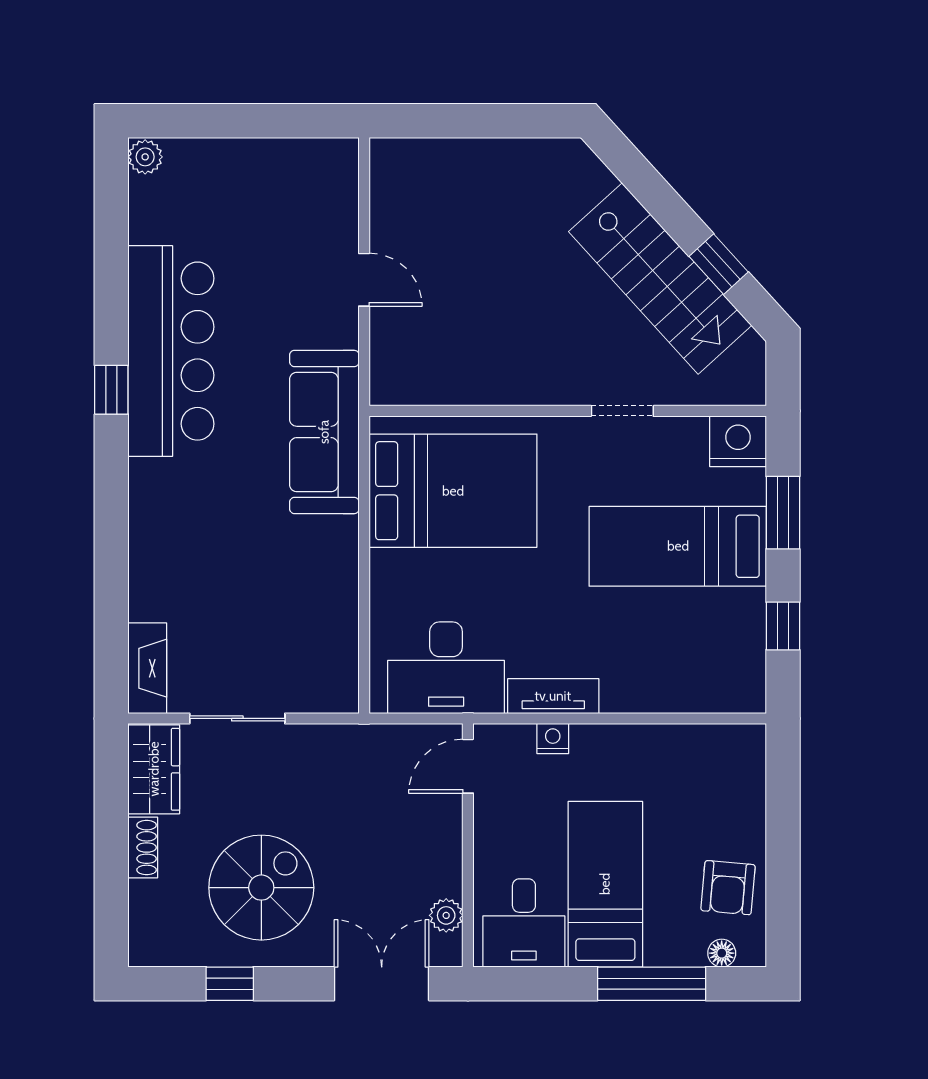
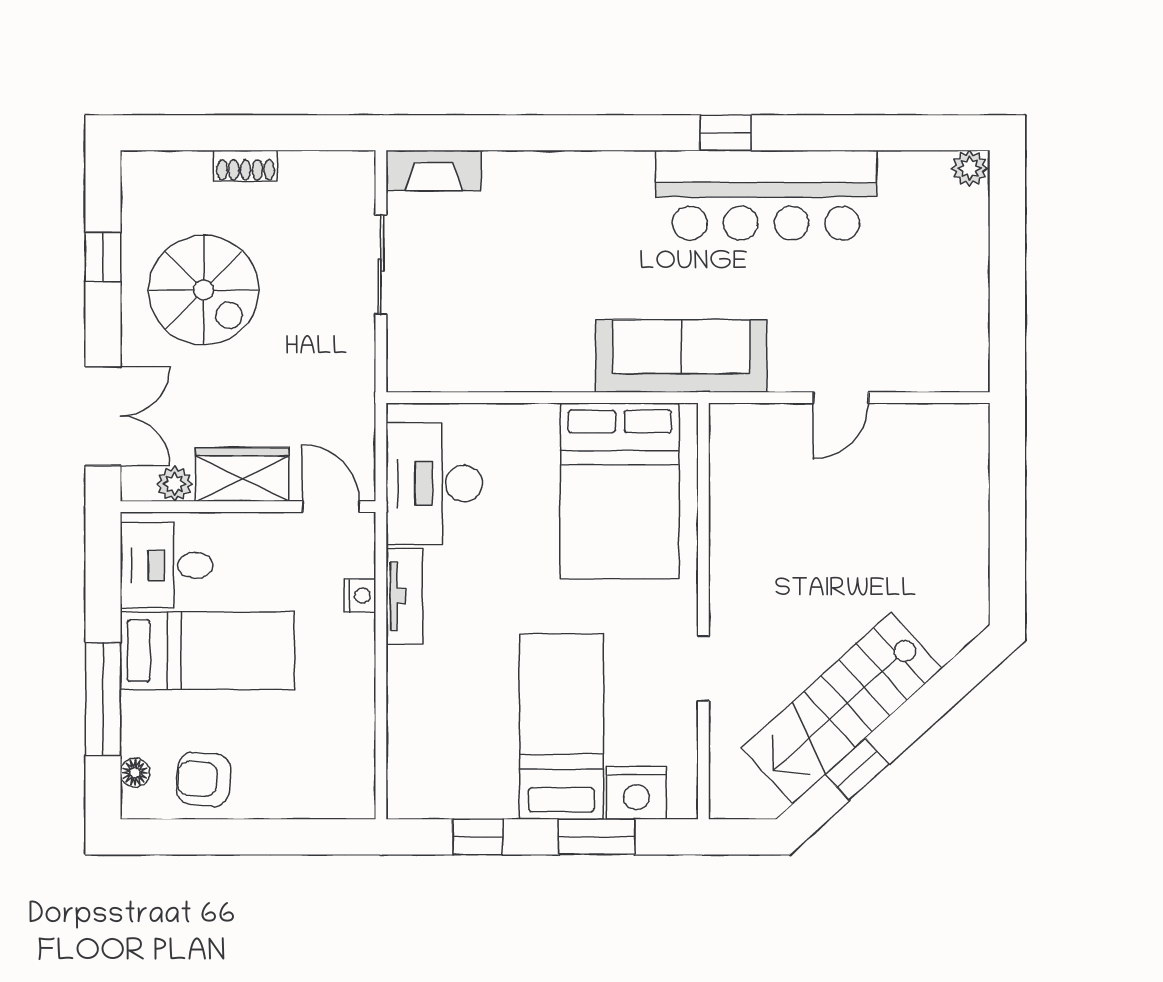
nightstand: (738, 441) -> (636, 793), moved, turned 90
wardrobe: (154, 769) -> (242, 474), moved, turned 180

